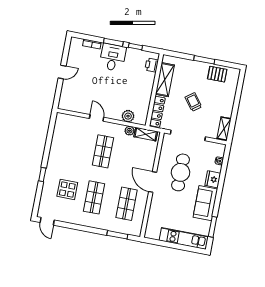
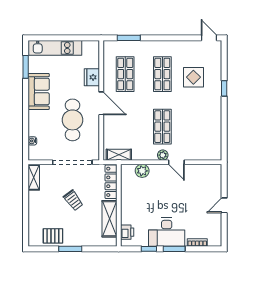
desk: (113, 57) -> (167, 232), width x1.37
plant: (129, 131) -> (163, 155), moved
fridge: (213, 179) -> (92, 77), moved, turned 180

